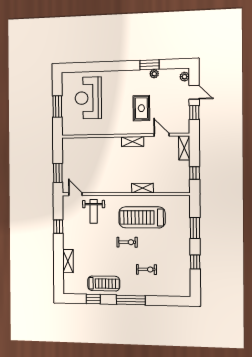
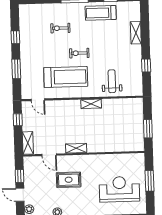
reception desk: (88, 98) -> (119, 189), turned -90
rug: (141, 108) -> (69, 180), turned 90
window: (58, 173) -> (148, 129), moved
shelving: (142, 188) -> (91, 104), moved
door: (75, 194) -> (38, 100), moved

